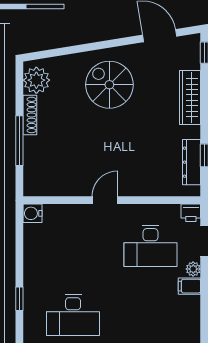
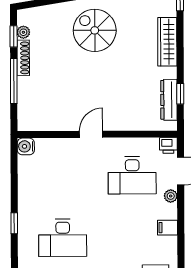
plant: (36, 80) -> (23, 32), width x0.53, depth x0.53
window: (19, 91) -> (14, 36), added
filing cabinet: (189, 286) -> (167, 228), moved

